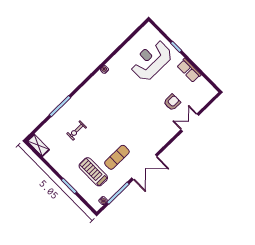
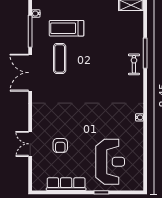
row of seats: (189, 70) -> (66, 184), width x1.48
double door: (190, 123) -> (30, 144), swing flipped
exercise bike: (77, 130) -> (134, 64), moved
treadmill: (93, 172) -> (67, 28), turned 180

